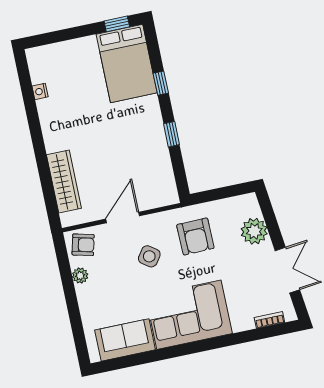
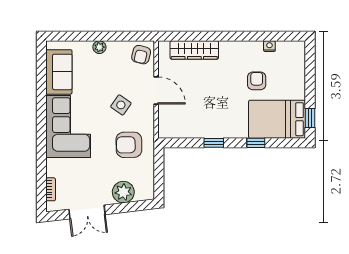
armchair: (85, 98) -> (257, 81), added
plant: (80, 276) -> (99, 47), moved

